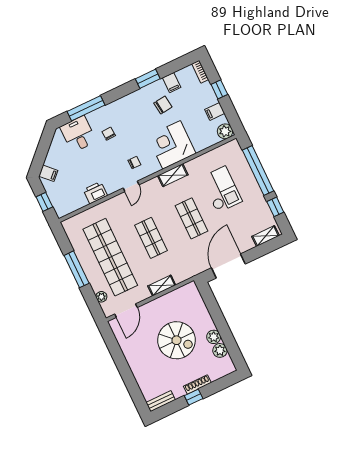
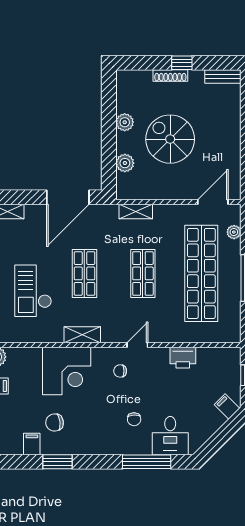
shelving: (162, 285) -> (136, 212), moved
plant: (220, 350) -> (125, 163), moved

